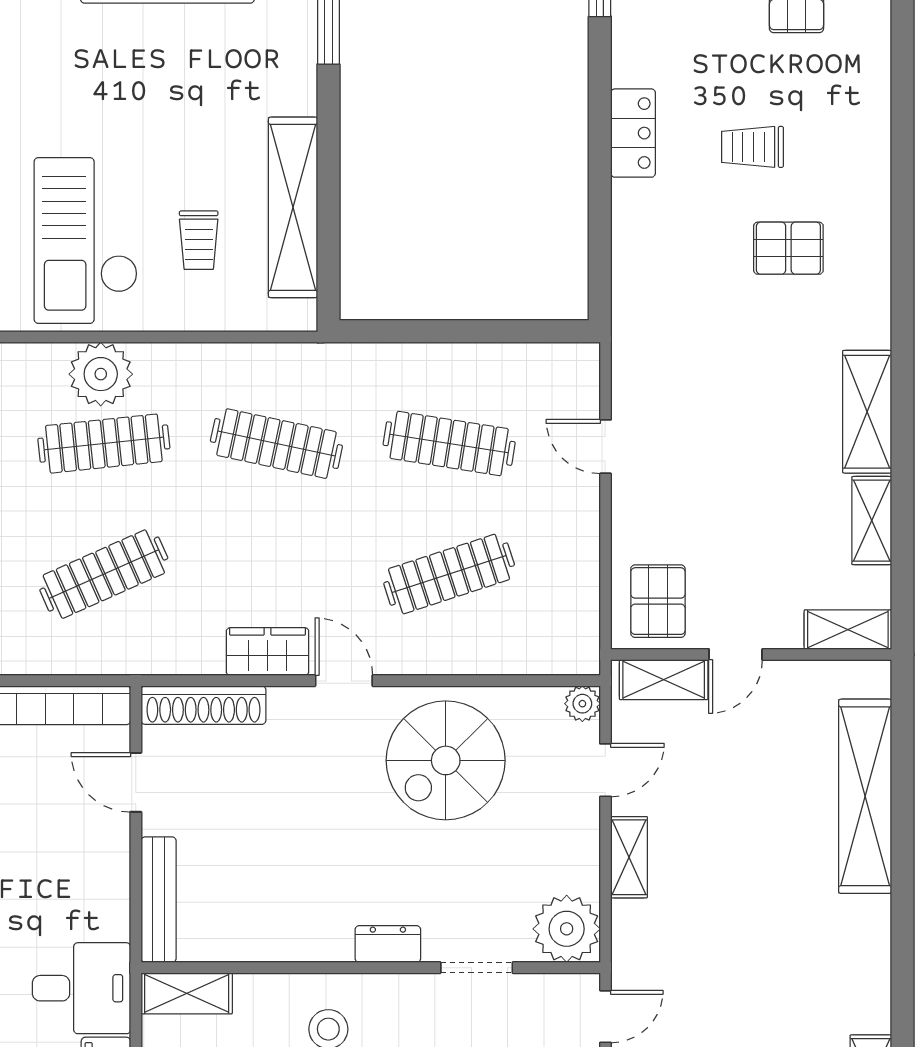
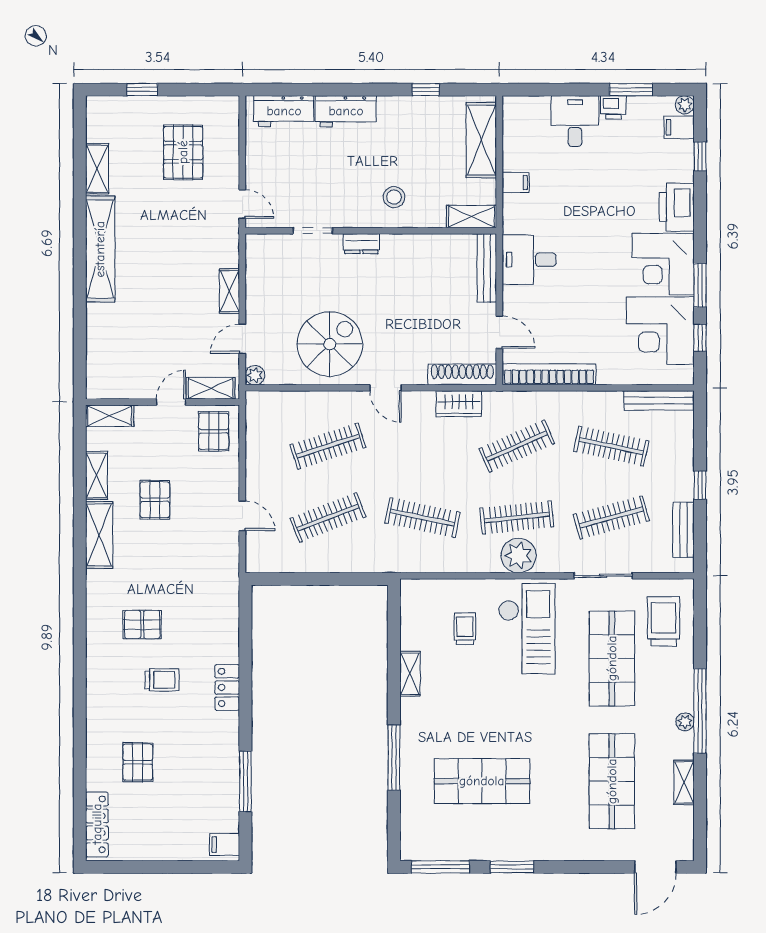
shelving: (293, 207) -> (410, 674), width x0.45, depth x0.75
clothes rail: (449, 444) -> (328, 518), turned -30
pallet: (765, 476) -> (155, 500), added
wardrobe: (268, 651) -> (459, 404), moved
shelving: (865, 796) -> (100, 249), moved
plant: (567, 929) -> (264, 252), removed
desk: (81, 988) -> (529, 260), moved
door: (605, 1017) -> (242, 204), swing flipped

